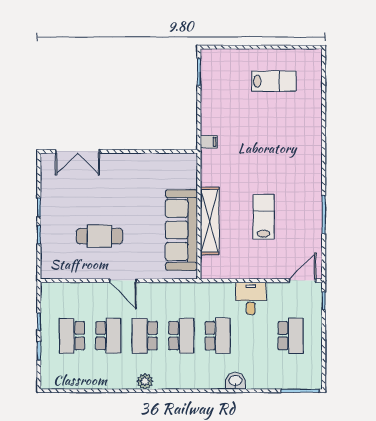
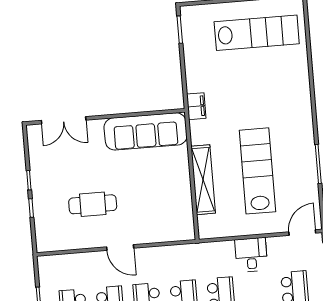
lab bench: (274, 81) -> (257, 33), width x1.86, depth x1.39
filing cabinet: (209, 142) -> (196, 106), width x2.00
lab bench: (264, 217) -> (257, 171), width x1.86, depth x1.39
sofa: (181, 230) -> (146, 131), moved, turned -90

